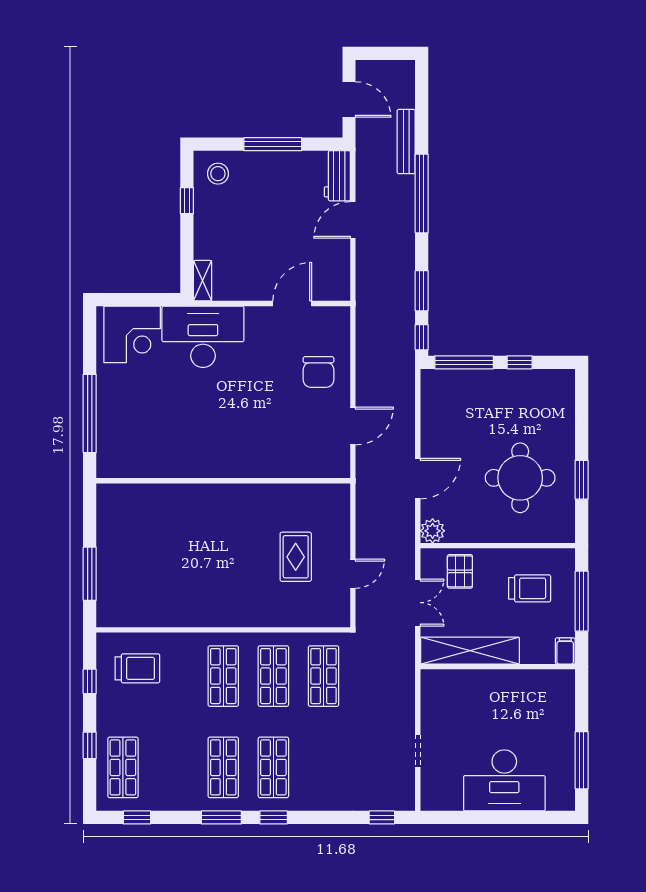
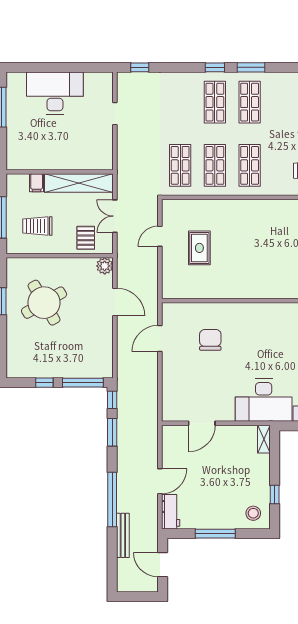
chair: (318, 372) -> (210, 340), moved
round table: (520, 478) -> (44, 303), turned -30
door: (418, 479) -> (115, 302), swing flipped
filing cabinet: (565, 651) -> (37, 183), moved

